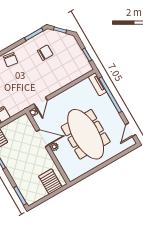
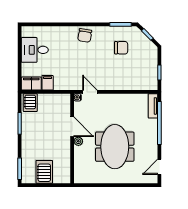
door: (41, 102) -> (90, 92), swing flipped
meeting table: (86, 134) -> (115, 147), width x0.73
server rack: (50, 182) -> (44, 172), moved

